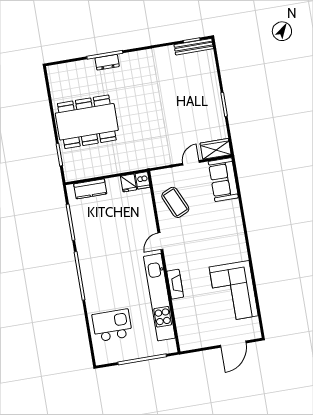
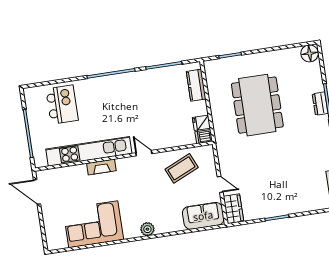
floor lamp: (56, 74) -> (310, 53), added
dining table: (87, 122) -> (257, 105), moved
plant: (238, 236) -> (147, 229), added
door: (233, 344) -> (37, 192), moved

